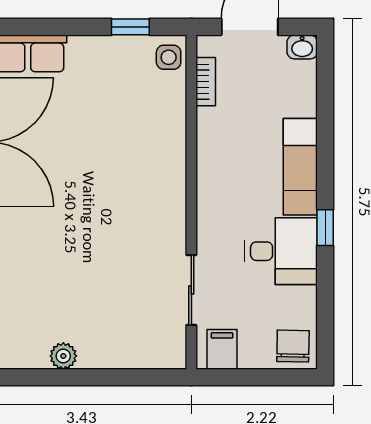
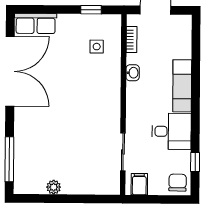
washbasin: (302, 47) -> (133, 73), moved, turned -90
side table: (169, 57) -> (97, 47), moved
window: (325, 228) -> (195, 162), moved

